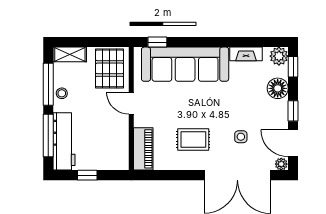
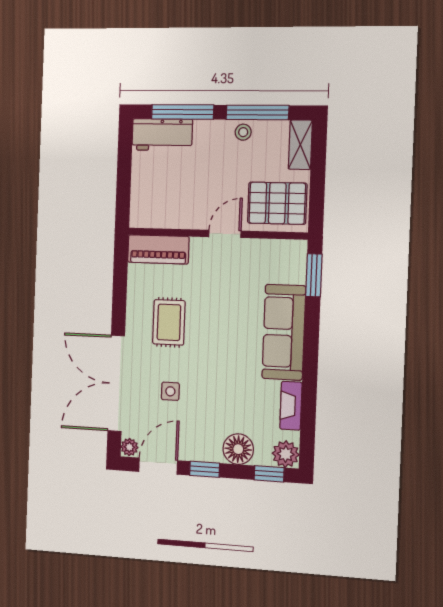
window: (157, 42) -> (314, 275), width x1.50
sofa: (185, 64) -> (284, 332), width x0.74, depth x0.79
workbench: (64, 141) -> (162, 135), width x0.73
window: (87, 175) -> (124, 168), removed

